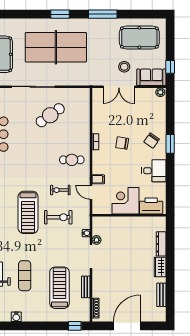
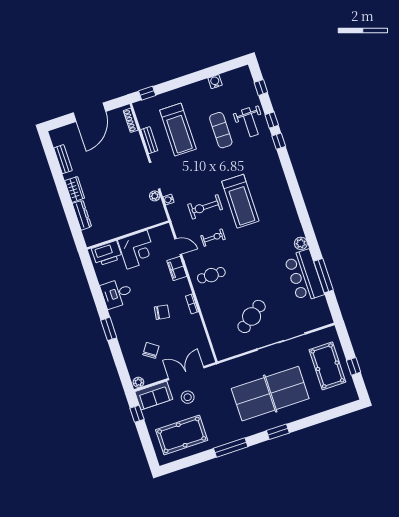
chair: (152, 141) -> (151, 350), moved
filing cabinet: (98, 179) -> (177, 268), width x2.00
treadmill: (28, 212) -> (240, 201), turned 180

